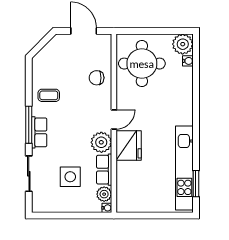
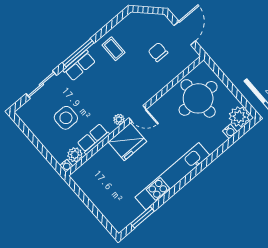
chair: (97, 78) -> (158, 52), moved
plant: (101, 142) -> (119, 119), width x0.53, depth x0.53
kitchen unit: (184, 168) -> (172, 176), moved

